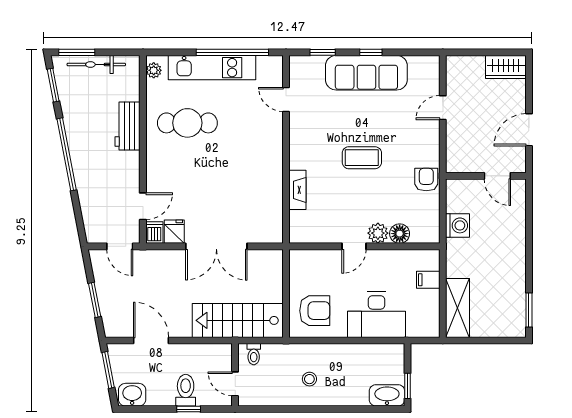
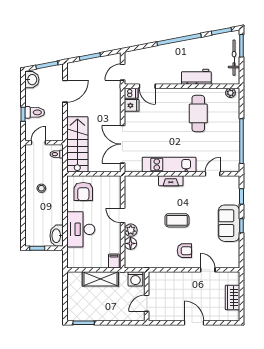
wardrobe: (506, 67) -> (232, 297), moved
kitchen unit: (212, 68) -> (169, 165), moved, turned 90
sofa: (366, 73) -> (229, 223), width x0.73
coffee table: (362, 158) -> (177, 220), turned 90
wall: (486, 176) -> (147, 296), moved
door: (497, 176) -> (147, 303), moved
armchair: (426, 180) -> (184, 251), moved
fireplace: (297, 190) -> (171, 181), moved
double door: (216, 246) -> (123, 144), moved
filing cabinet: (428, 280) -> (114, 261), moved
shelving: (458, 308) -> (100, 279), moved
washbasin: (387, 395) -> (57, 236), moved, turned 180

